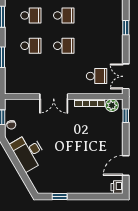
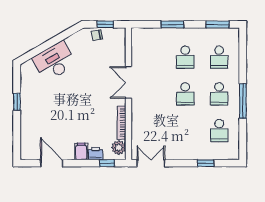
school desk: (97, 76) -> (219, 130), moved
filing cabinet: (115, 139) -> (81, 151), added
desk: (28, 152) -> (54, 61), moved
printer: (117, 187) -> (96, 153), moved
window: (60, 196) -> (17, 102), moved

